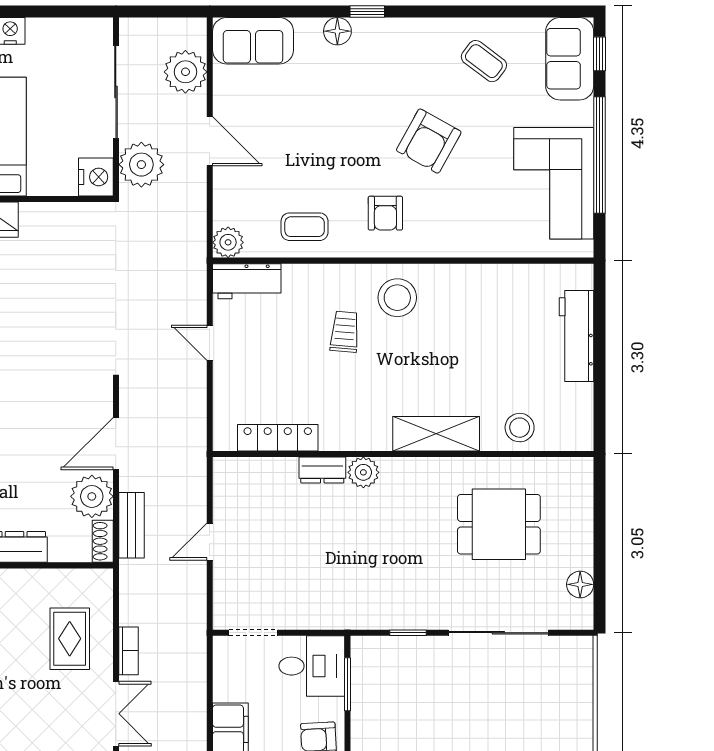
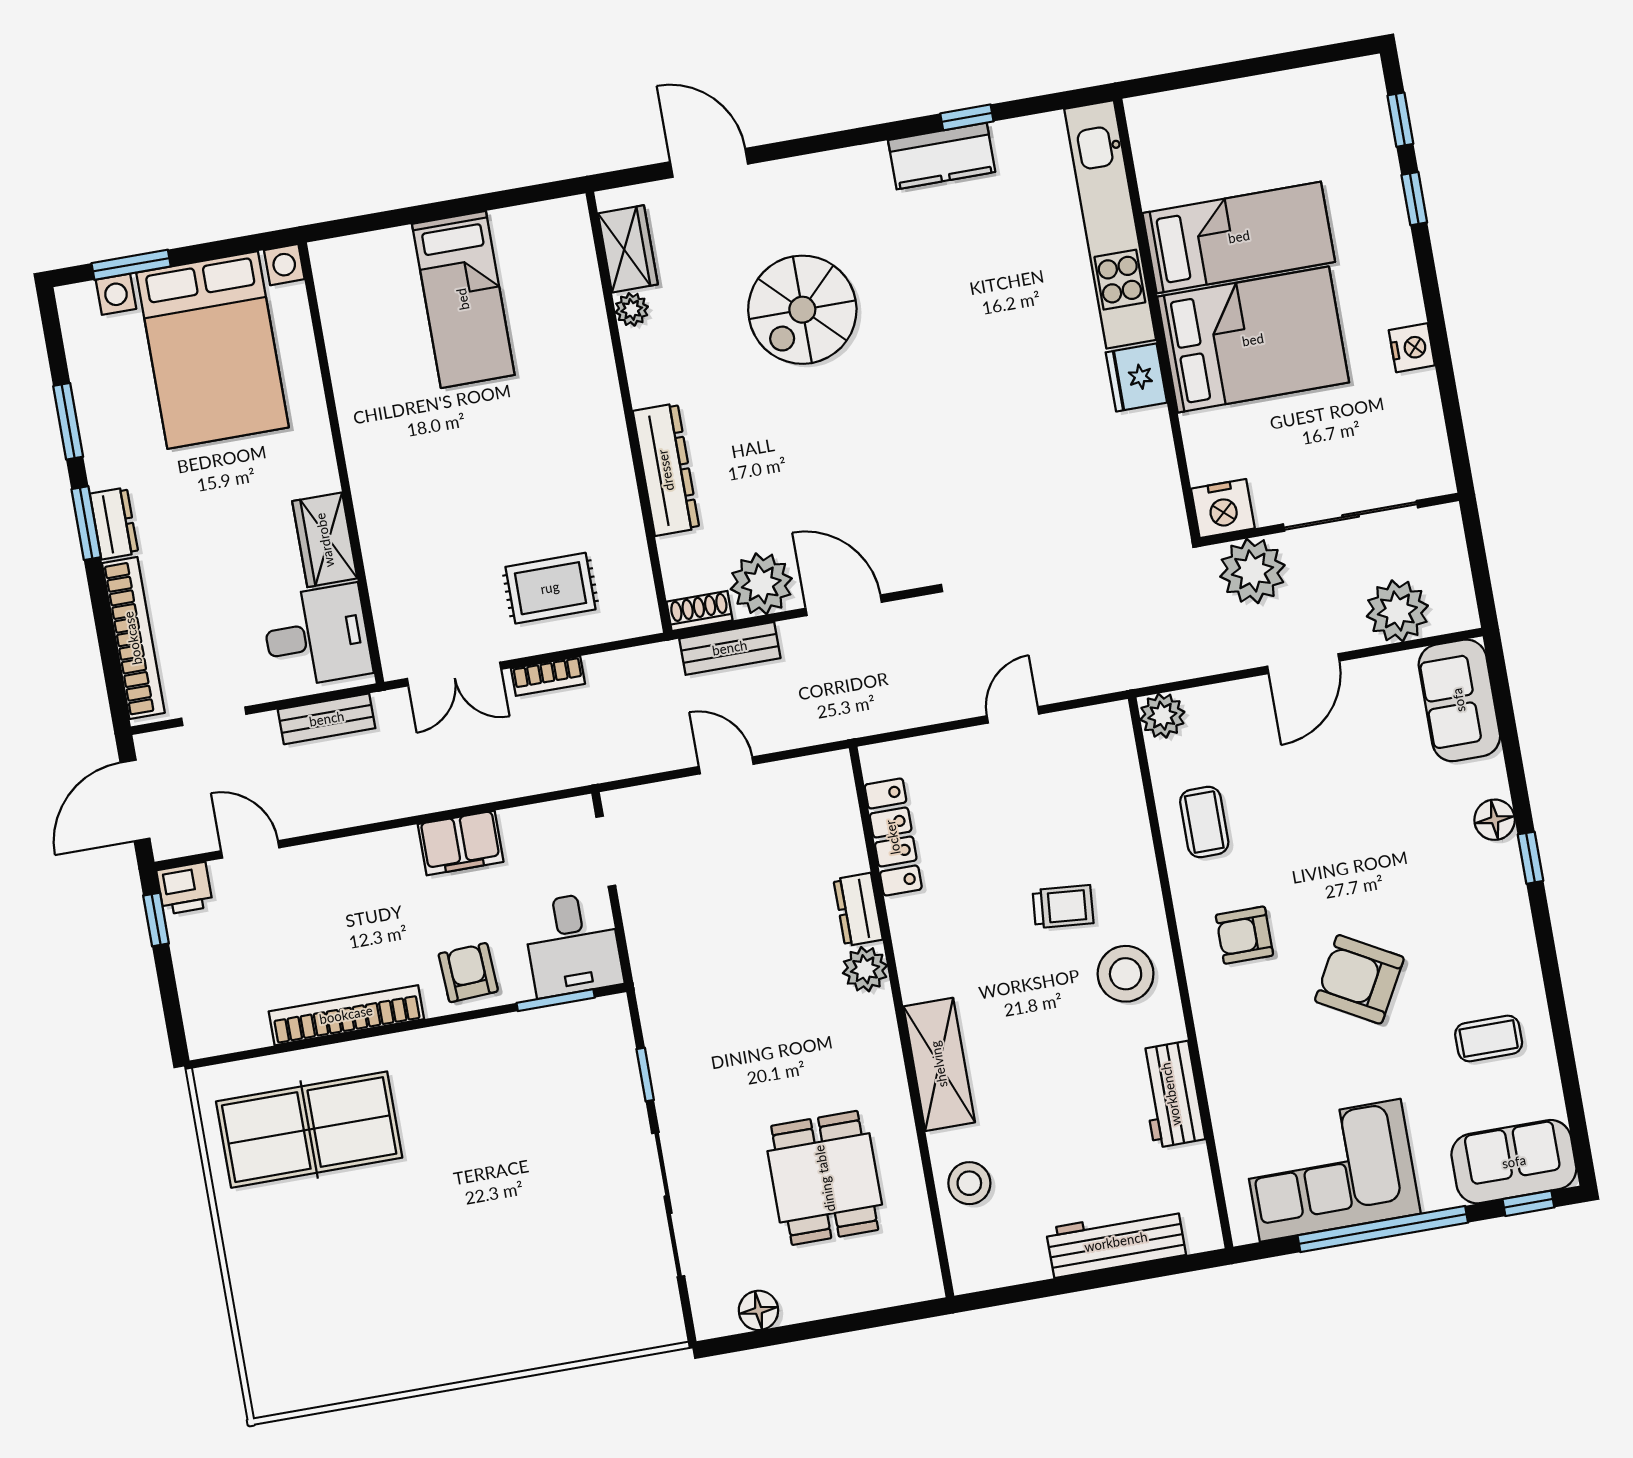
coffee table: (484, 61) -> (1489, 1039), turned 53
workbench: (247, 281) -> (1171, 1094), moved

